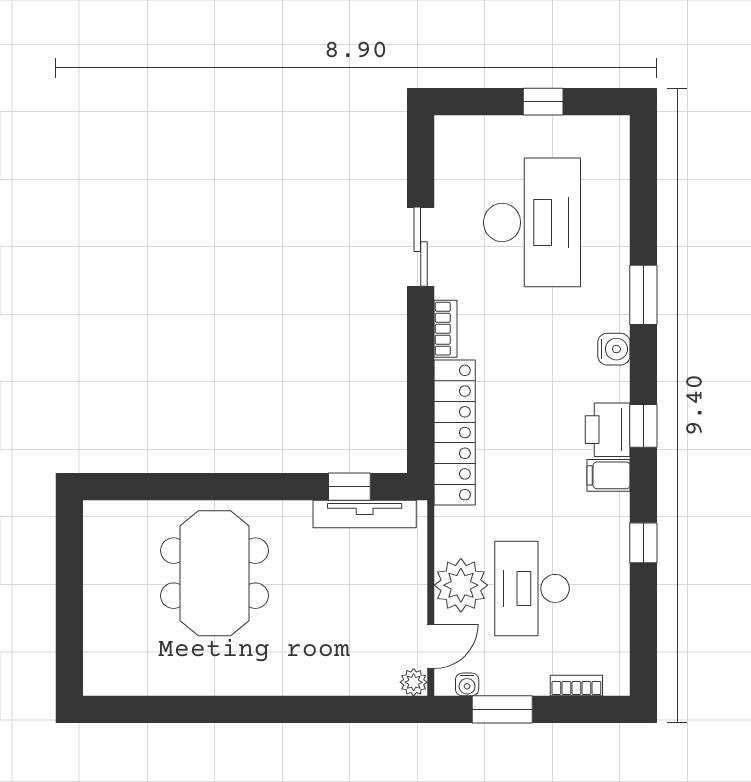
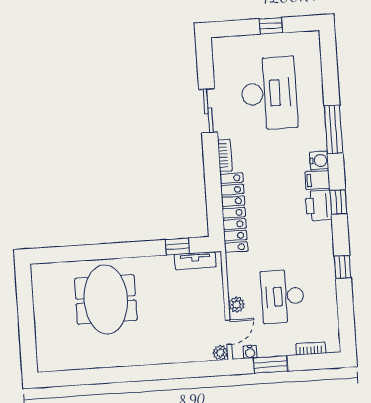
window: (643, 295) -> (334, 129), width x1.44
filing cabinet: (609, 475) -> (317, 180), moved
tv unit: (365, 514) -> (195, 261), width x0.71
plant: (461, 585) -> (236, 305), width x0.53, depth x0.53

